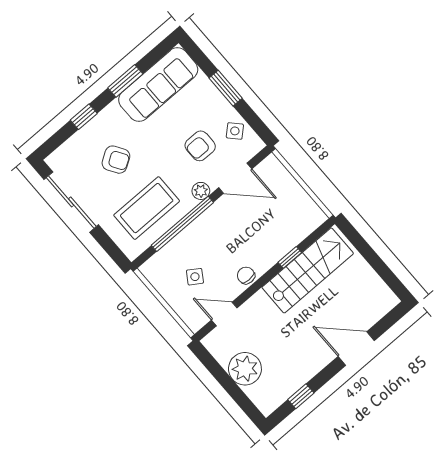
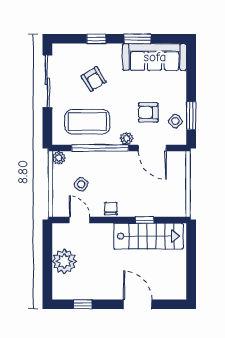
window: (226, 88) -> (191, 116), moved
plant: (149, 270) -> (59, 158), added

